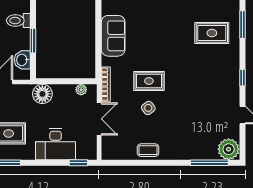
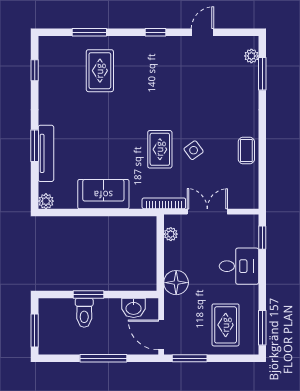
window: (33, 41) -> (88, 294), moved
desk: (56, 144) -> (239, 266), width x0.73
plant: (229, 149) -> (251, 56), width x0.53, depth x0.53
window: (209, 163) -> (262, 74), width x0.69

